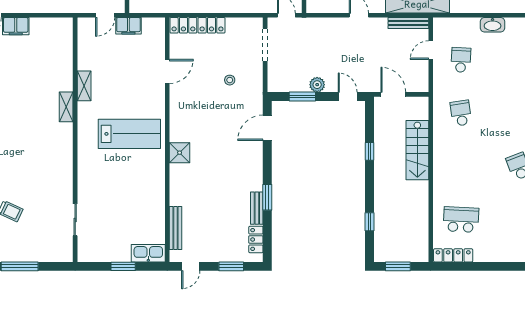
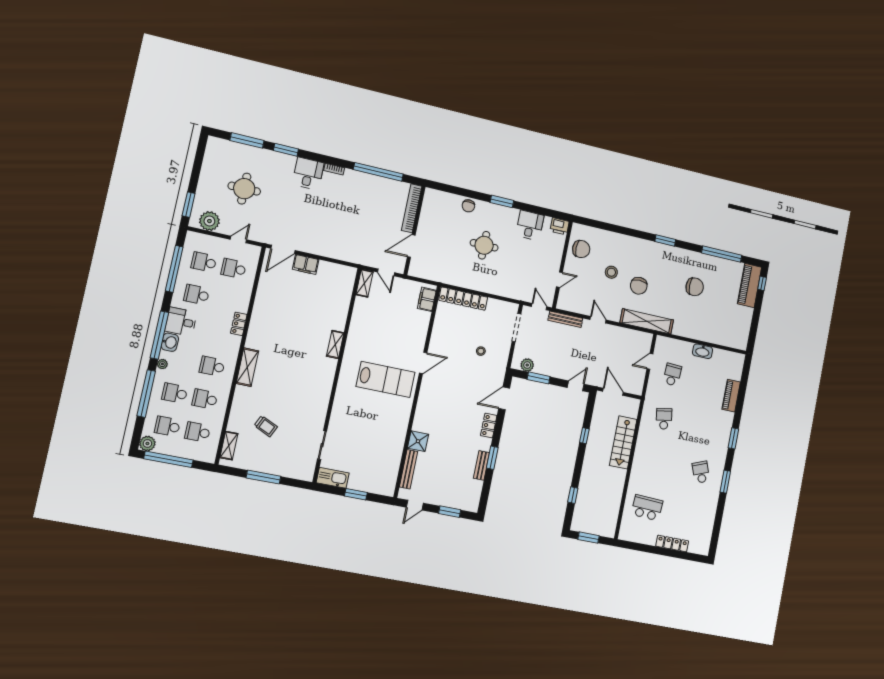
door: (105, 15) -> (386, 272), hinge flipped
bench: (408, 23) -> (565, 319), moved
filing cabinet: (128, 26) -> (427, 299), moved, turned 90
door: (167, 71) -> (423, 363), moved
plant: (317, 85) -> (527, 365), moved
shelving: (84, 86) -> (365, 283), moved
door: (348, 97) -> (576, 386), hinge flipped
shower: (180, 153) -> (418, 441), moved
locker: (256, 239) -> (489, 426), moved
kitchen sink: (148, 253) -> (333, 478), moved
locker: (453, 255) -> (672, 544), moved

